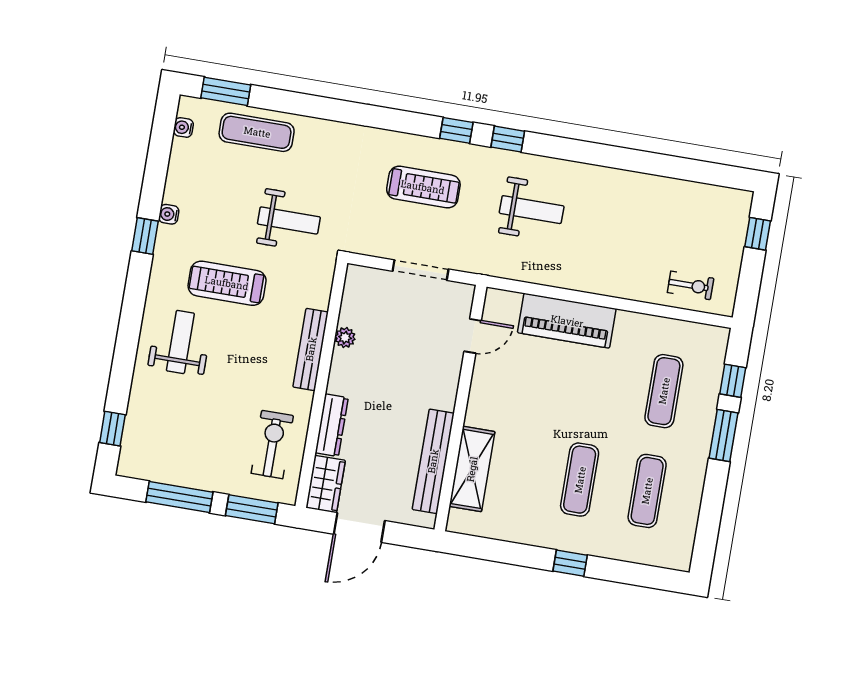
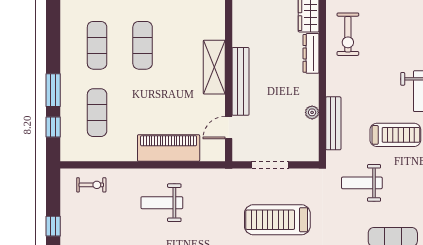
treadmill: (423, 187) -> (277, 220), width x1.37, depth x1.38
weight bench: (532, 210) -> (162, 203), moved
exercise bike: (691, 285) -> (91, 185), turned 180
bench: (311, 349) -> (333, 123), moved
bench: (433, 461) -> (240, 81), moved
shelving: (472, 469) -> (214, 67), moved

